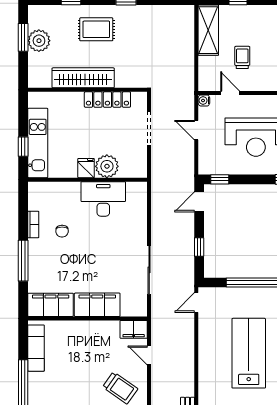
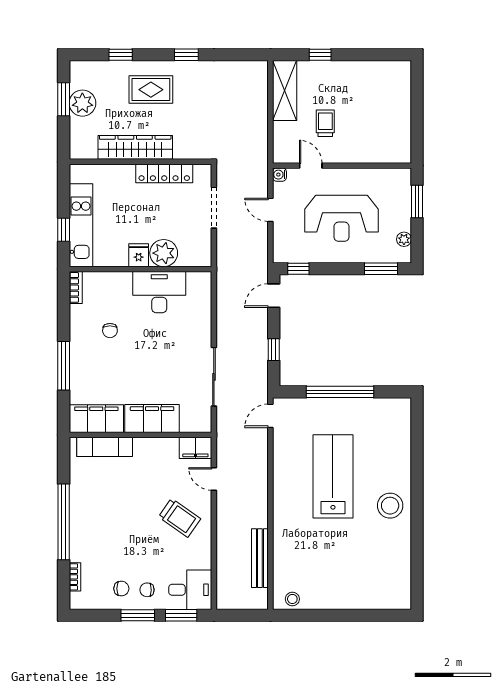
bookcase: (33, 225) -> (76, 287), moved
exam couch: (36, 348) -> (105, 447), moved, turned 90

